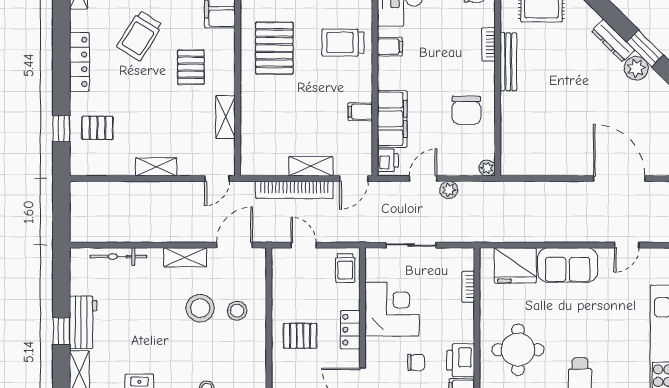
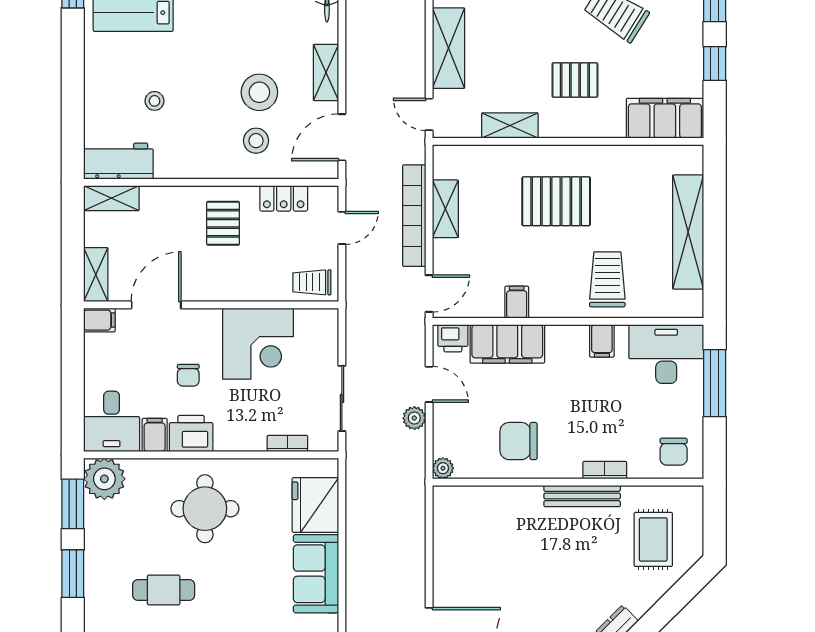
pallet: (274, 48) -> (556, 201), moved
shelving: (311, 166) -> (445, 209), moved
shelving: (156, 167) -> (448, 48), width x1.50, depth x1.33
door: (354, 179) -> (429, 294), swing flipped
door: (235, 245) -> (342, 137), swing flipped
sliding door: (411, 245) -> (342, 398), moved
locker: (350, 330) -> (284, 198), moved, turned 180

